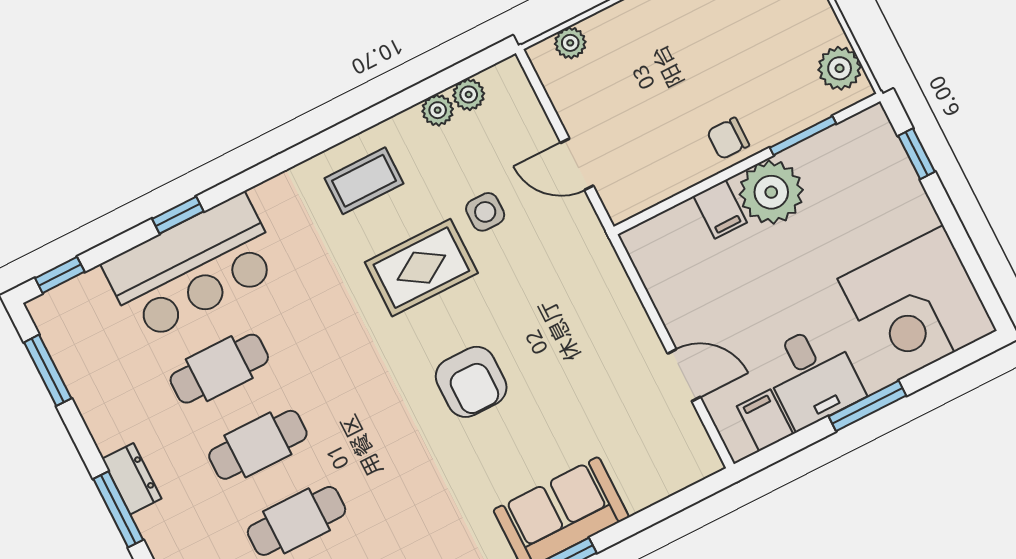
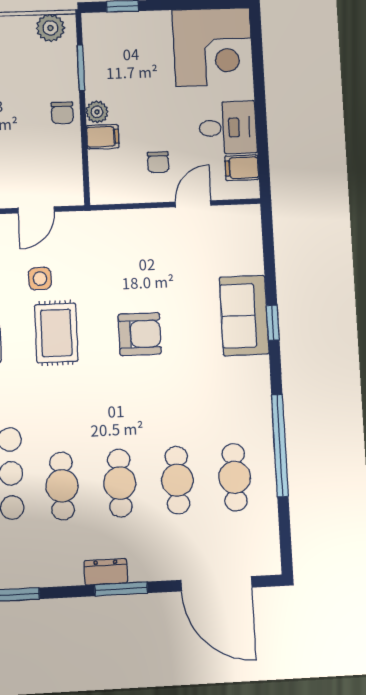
plant: (771, 192) -> (97, 112), width x0.53, depth x0.53
chair: (720, 301) -> (158, 162), added
window: (867, 406) -> (260, 103), removed

